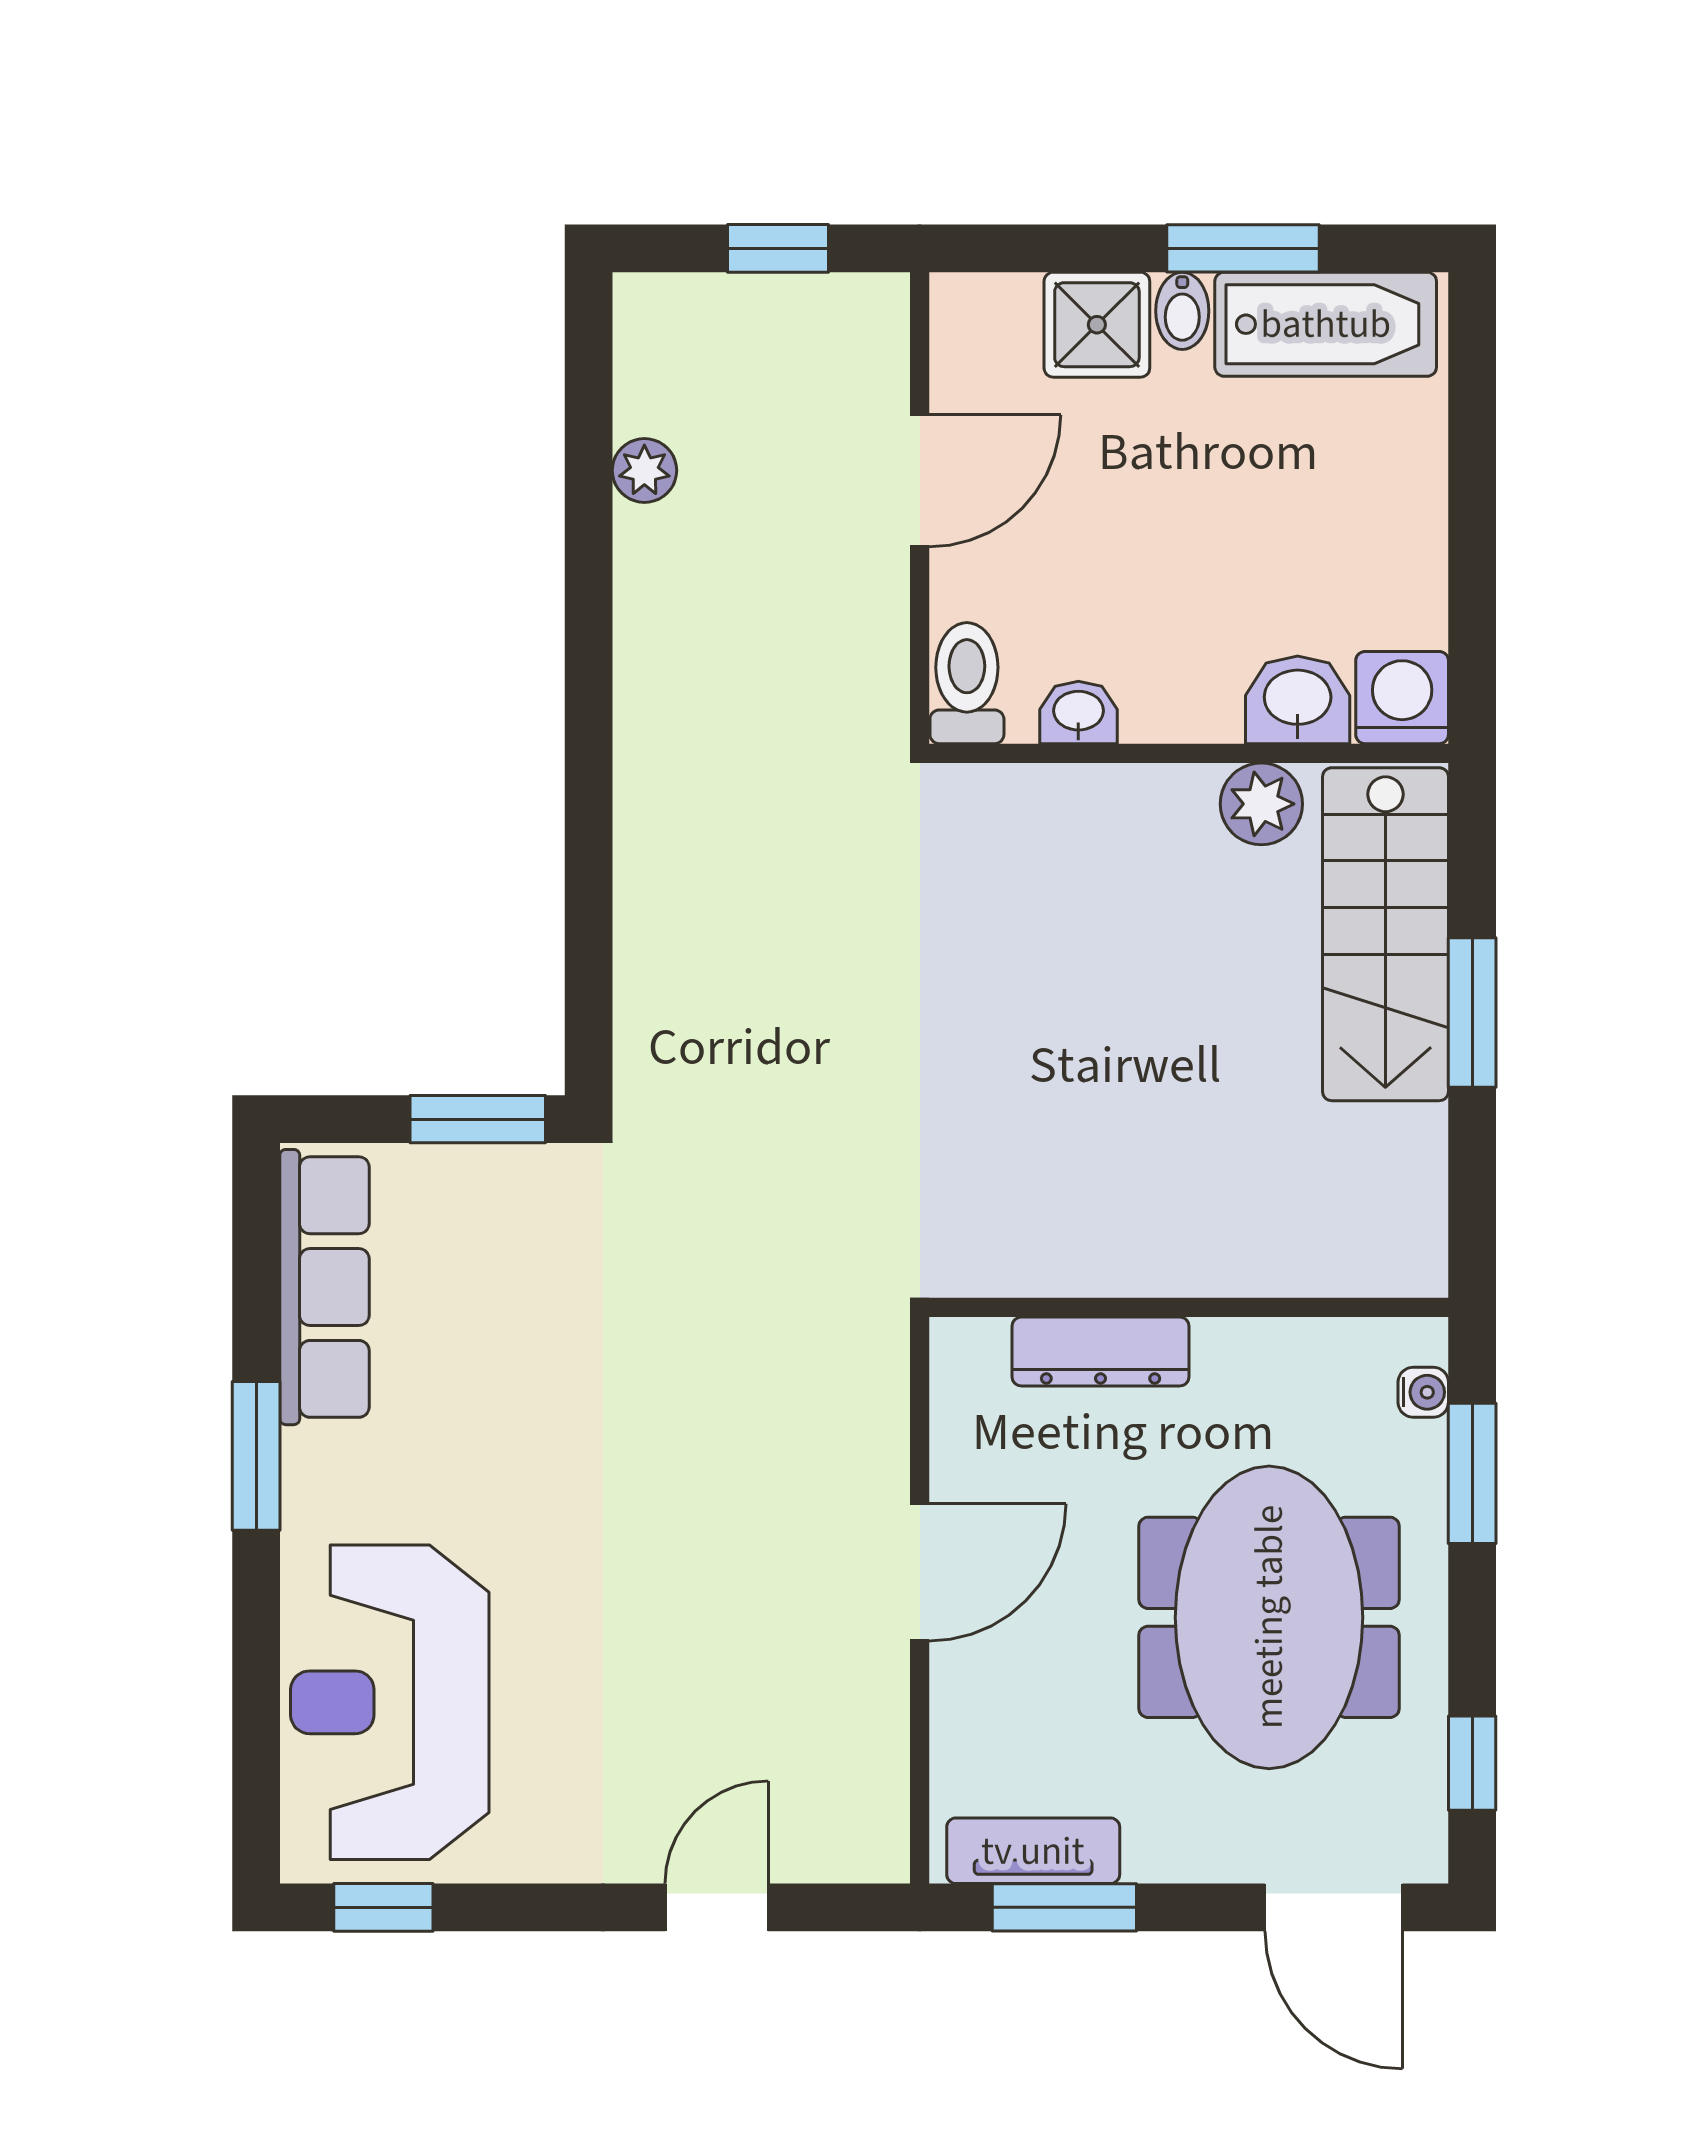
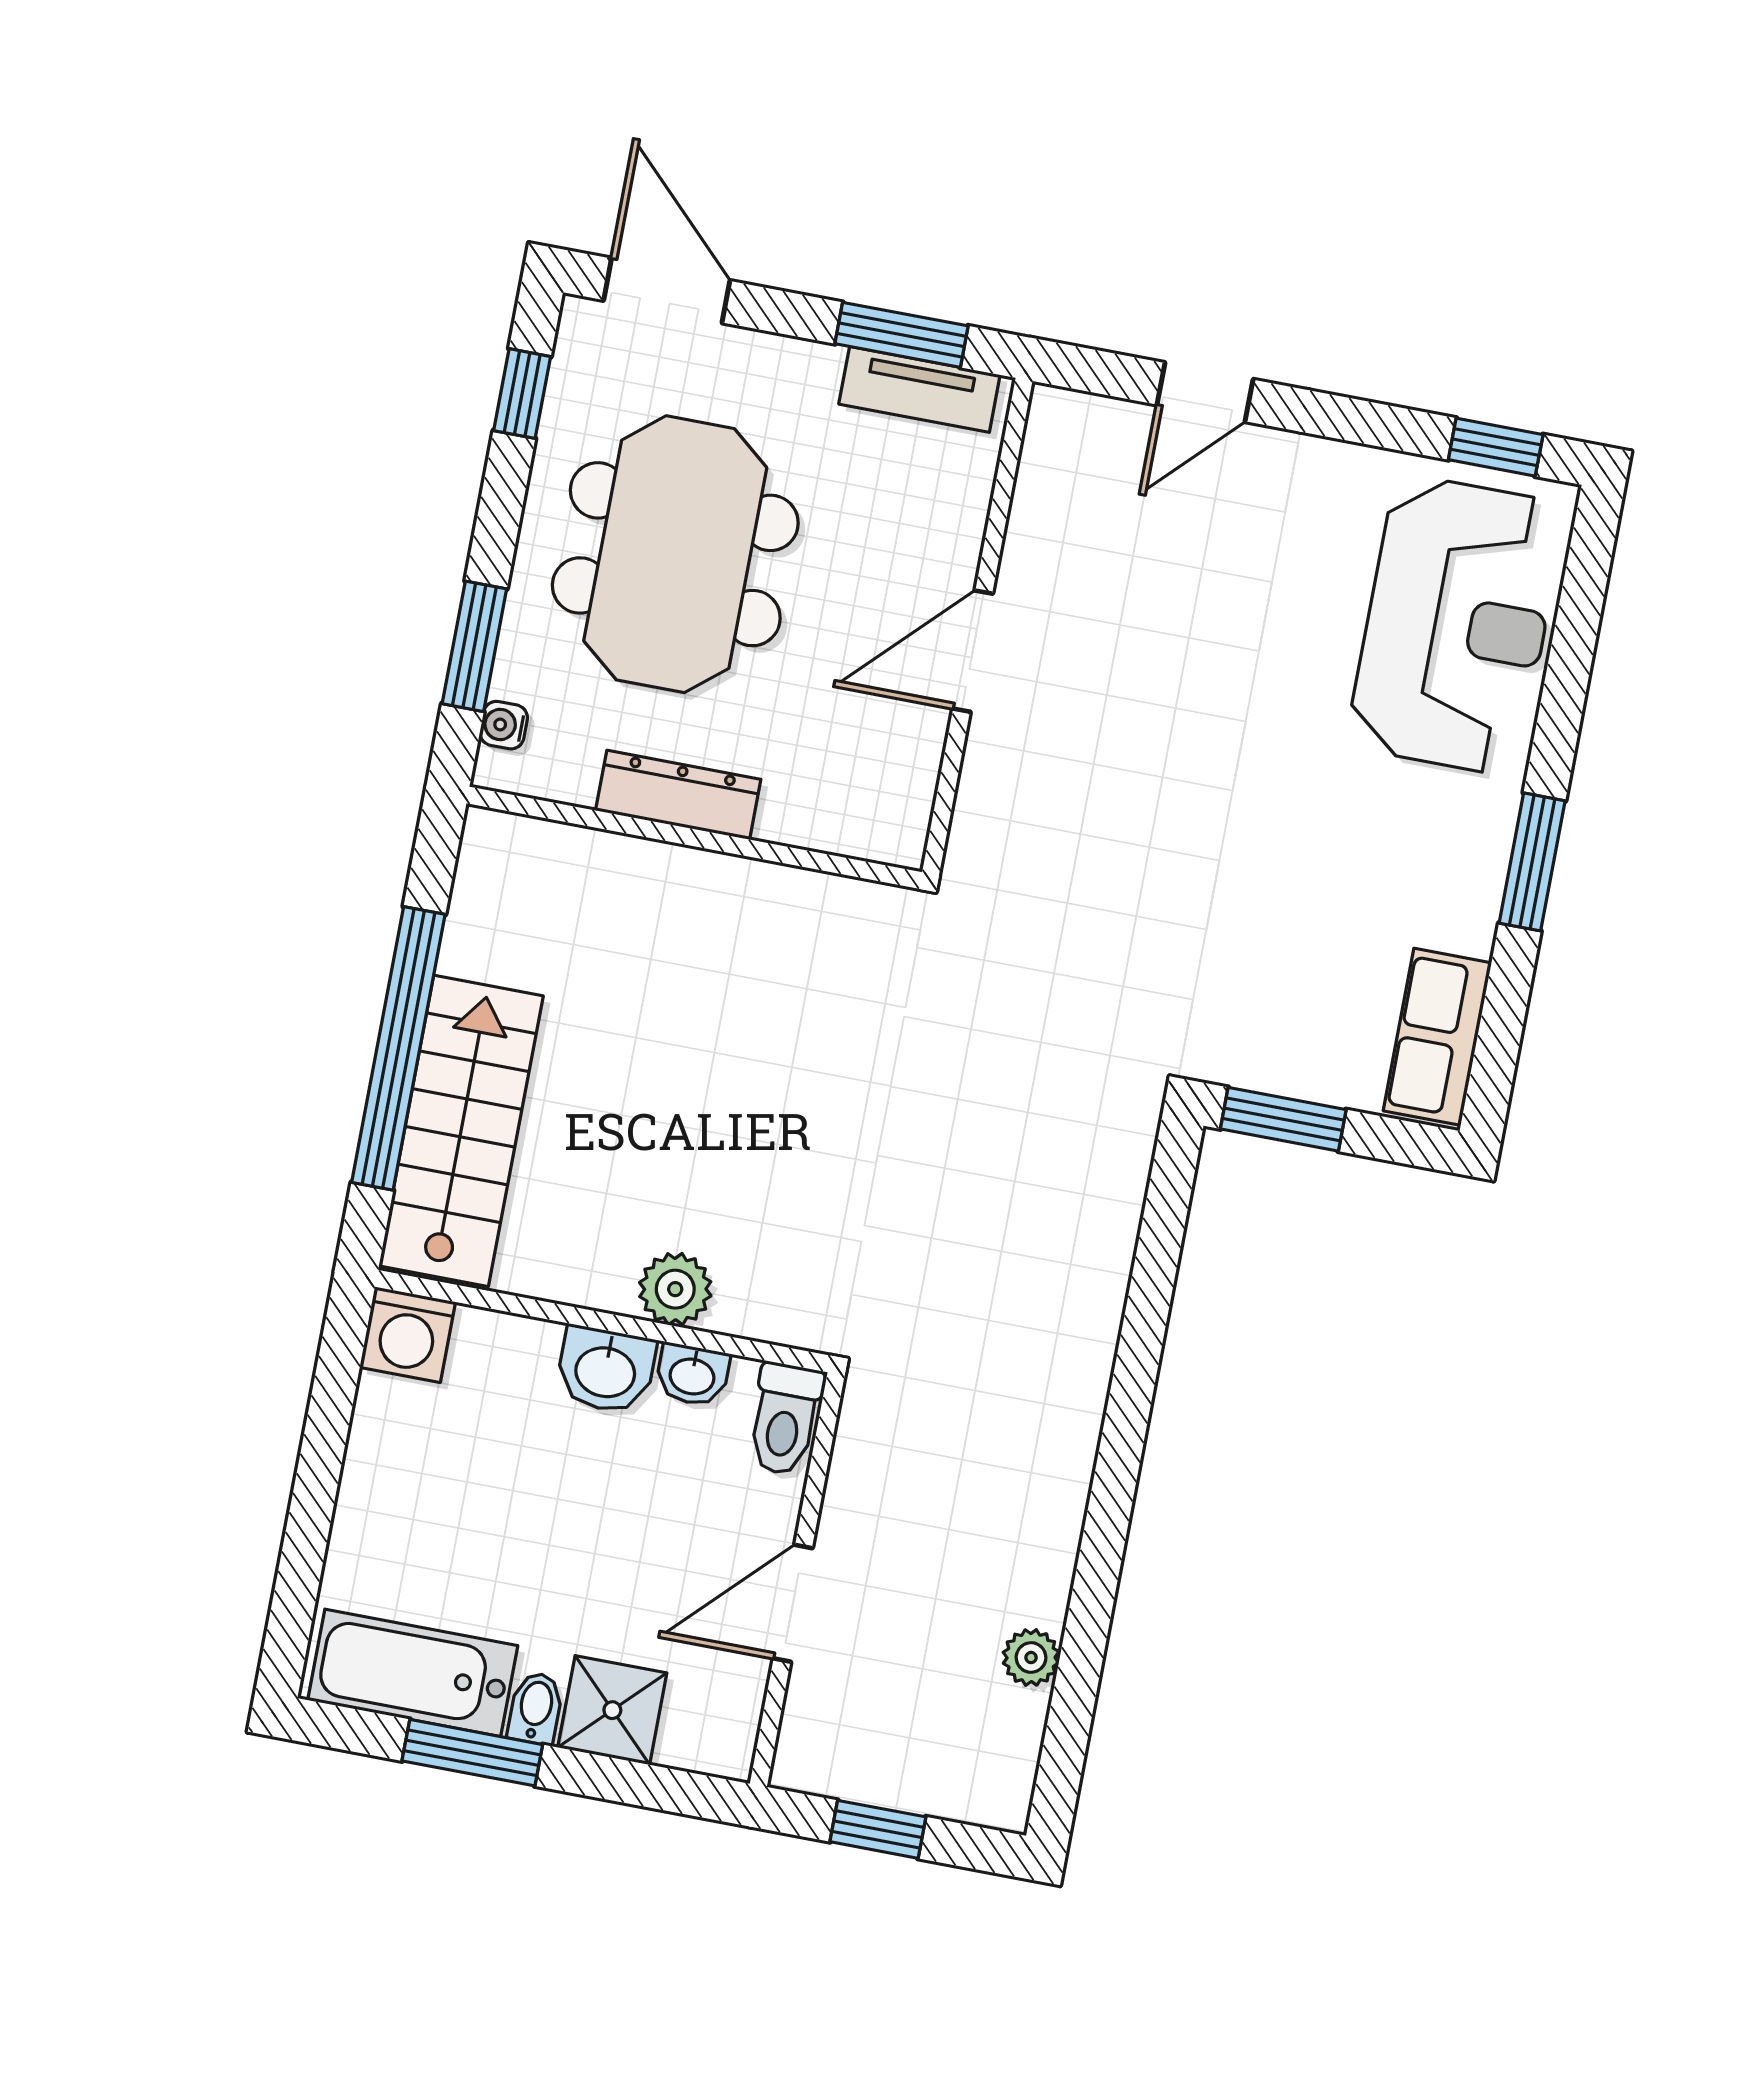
washbasin: (1298, 700) -> (606, 1370), moved
plant: (1261, 804) -> (675, 1289), moved
window: (1472, 1012) -> (398, 1048), width x2.11
row of seats: (325, 1287) -> (1437, 1037), width x0.68
dresser: (1101, 1352) -> (678, 795), moved

